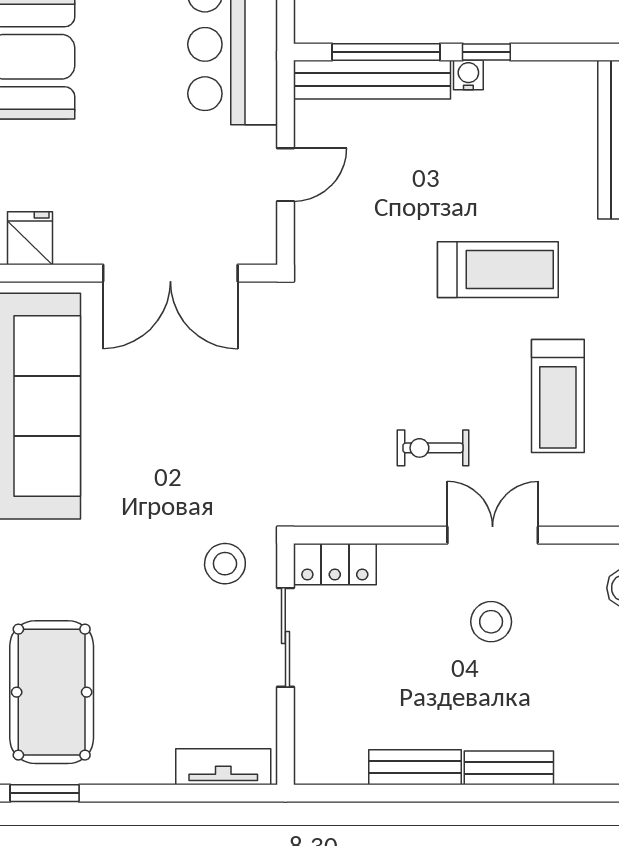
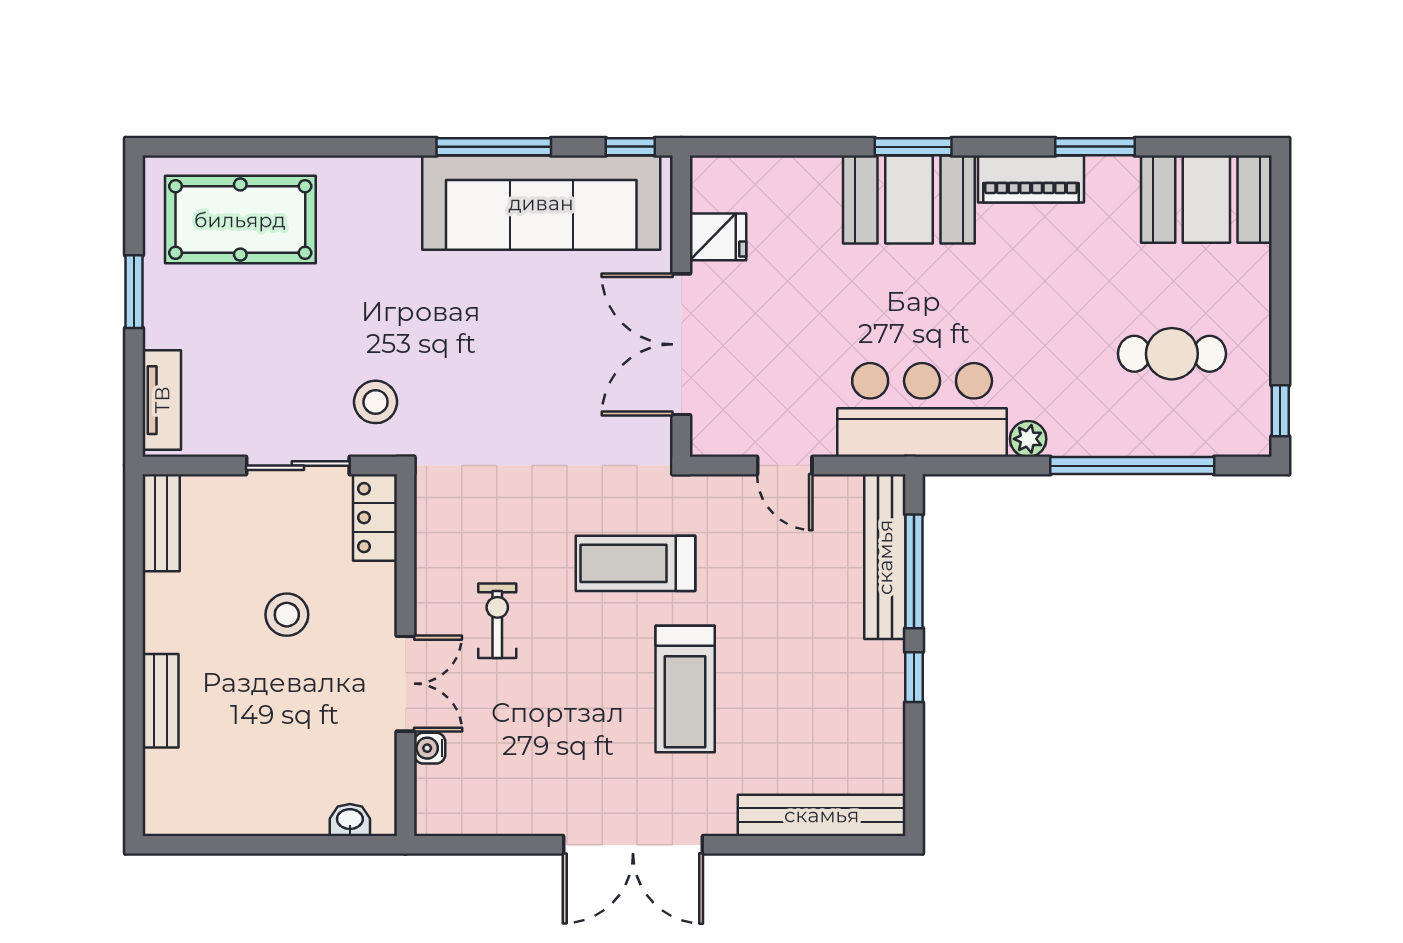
water cooler: (468, 75) -> (430, 748), moved, turned 180
fridge: (30, 238) -> (718, 237), moved
treadmill: (558, 396) -> (635, 563), moved
stool: (491, 622) -> (287, 615), moved
bench: (415, 767) -> (161, 523), moved
window: (45, 793) -> (134, 292), moved

